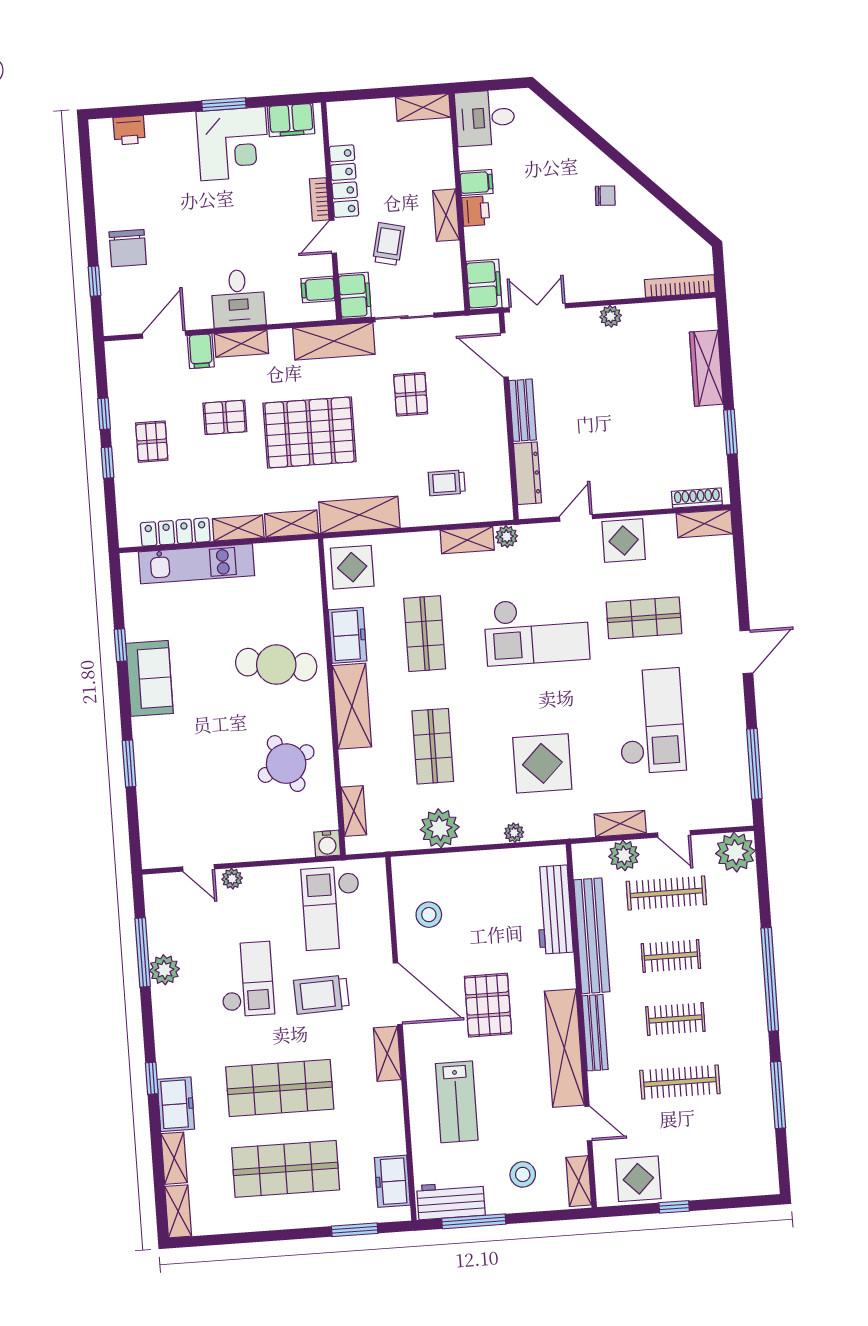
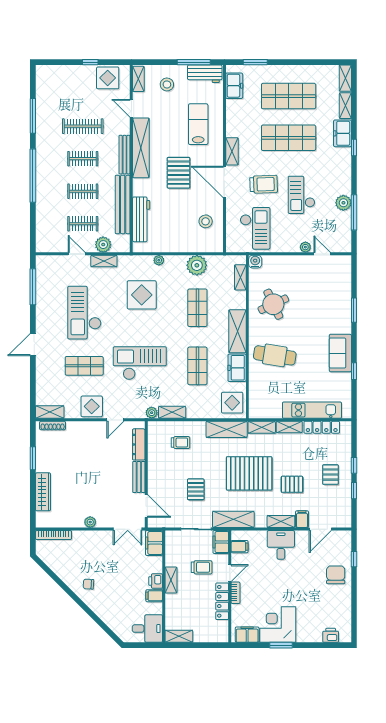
trolley: (389, 244) -> (202, 567), turned -103
plant: (735, 852) -> (46, 242), removed
clothes rail: (666, 893) -> (83, 224), width x0.73

